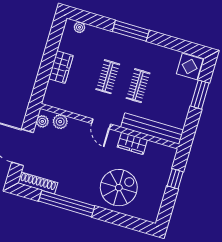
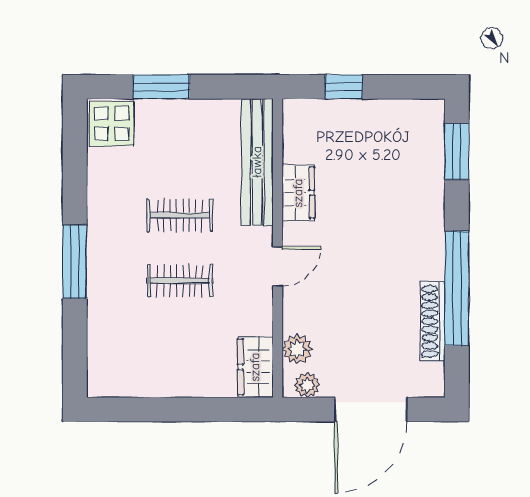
plant: (79, 27) -> (98, 366), removed
wardrobe: (61, 67) -> (255, 367), moved, turned -90
shoe rack: (38, 183) -> (433, 321), moved
spiral stairs: (119, 188) -> (394, 194), removed
window: (130, 222) -> (457, 152), added

